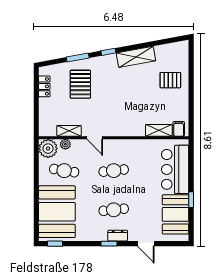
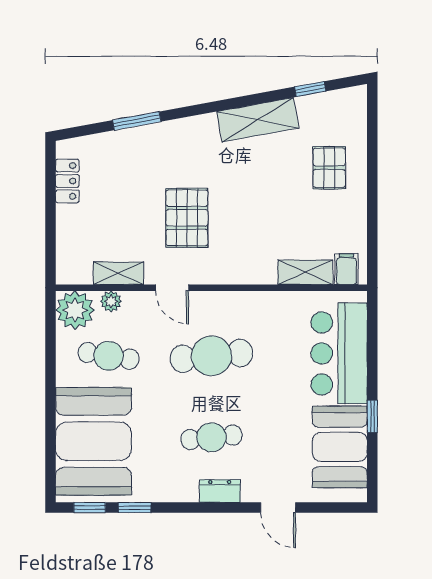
window: (108, 52) -> (310, 89), moved
pallet: (170, 80) -> (329, 168), turned 90
pallet: (80, 84) -> (187, 218), moved
cafe table: (114, 171) -> (211, 356), width x1.37, depth x1.35
window: (109, 244) -> (135, 508), moved

